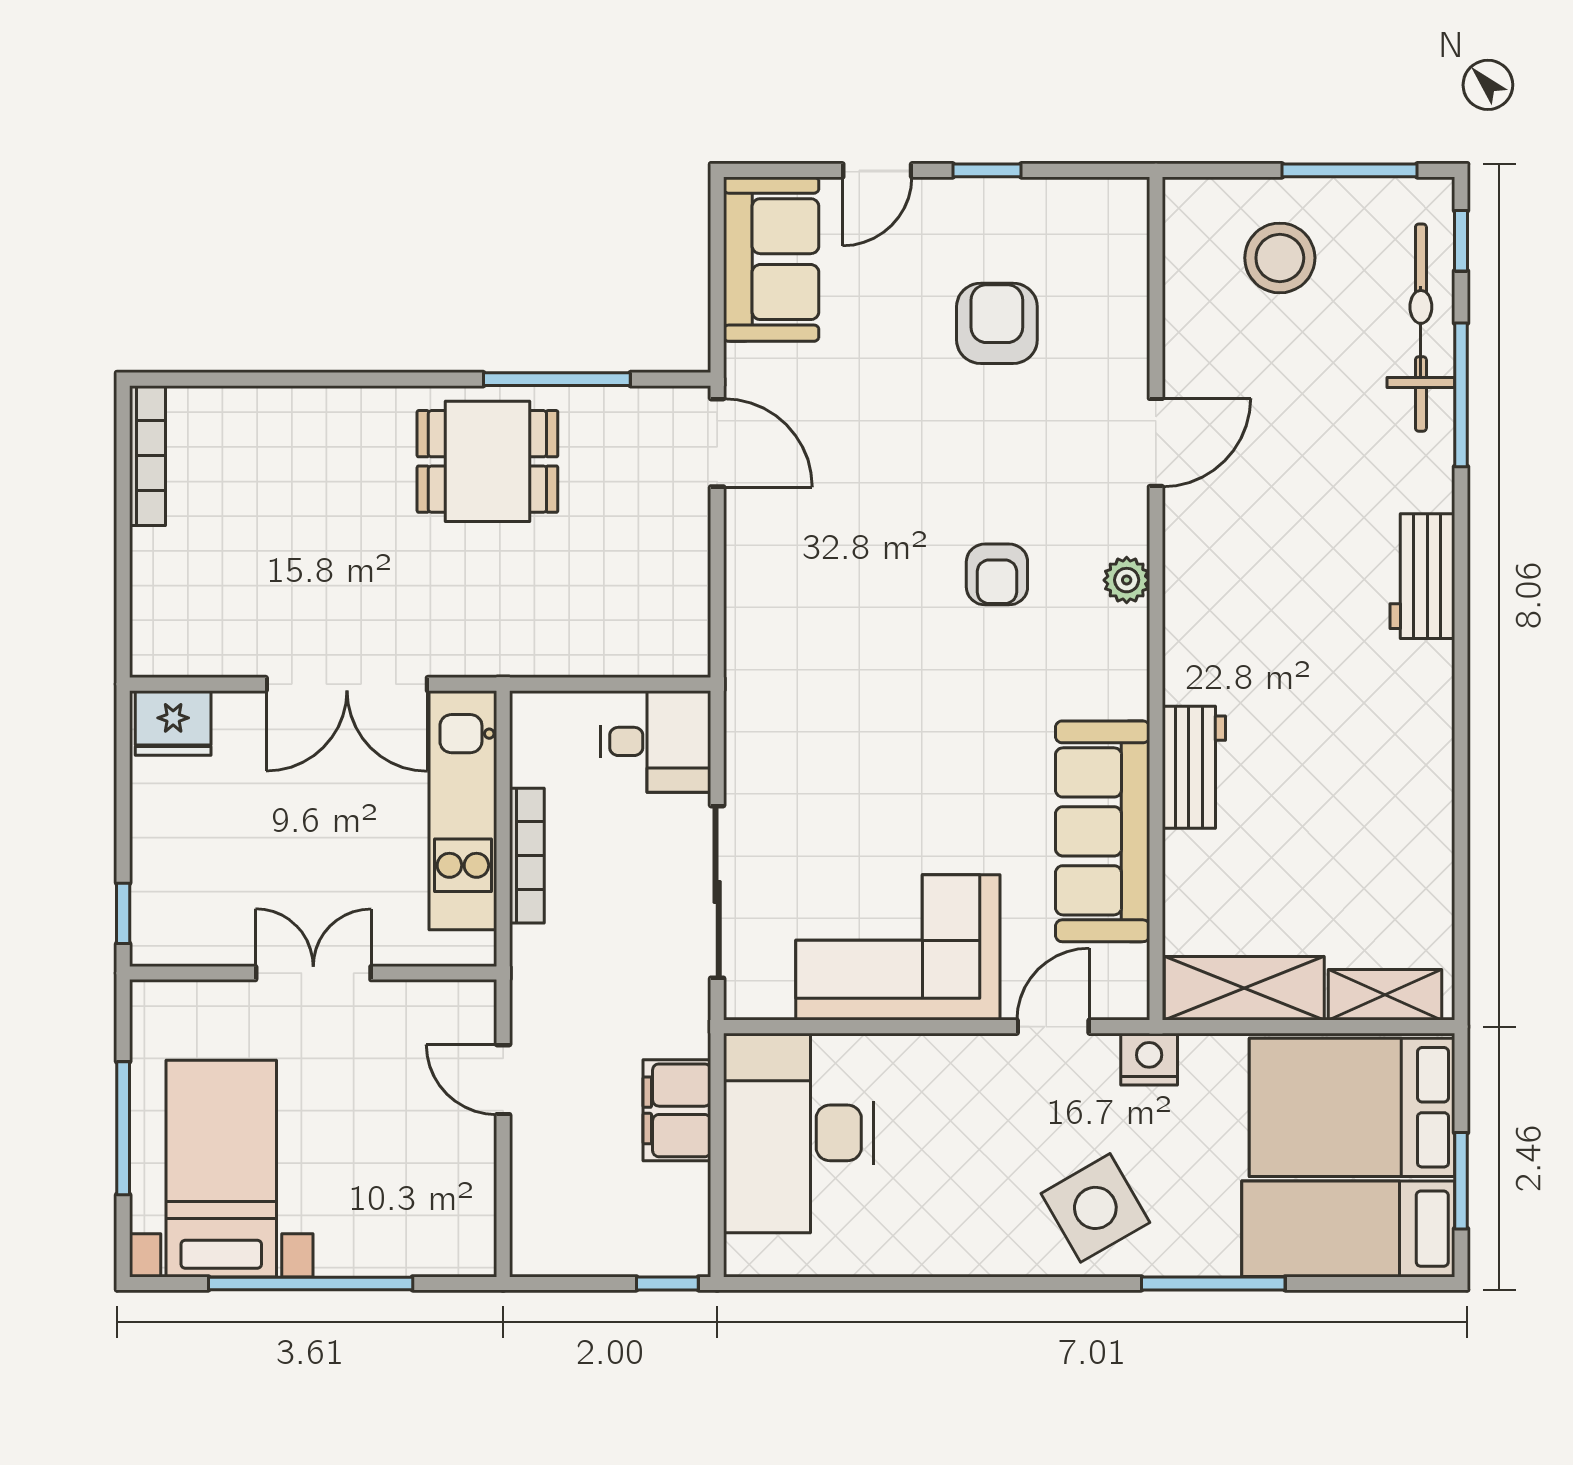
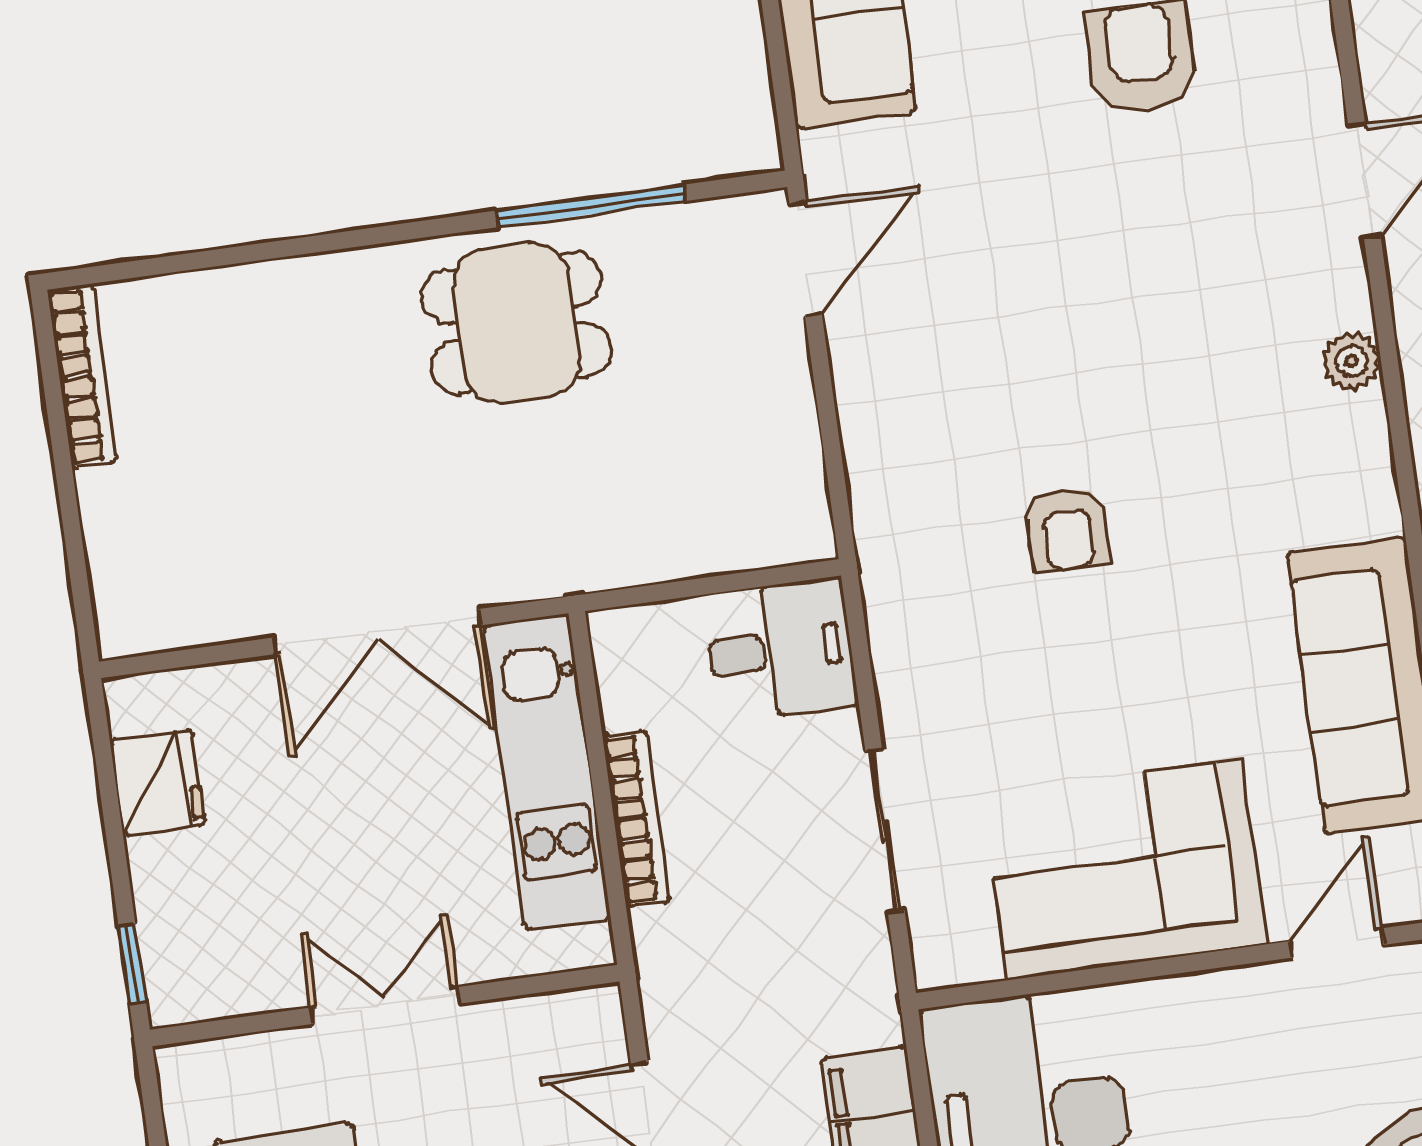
door: (717, 443) -> (806, 259), hinge flipped
armchair: (997, 574) -> (1067, 529), moved
fridge: (173, 723) -> (158, 783), moved, turned -90
sliding door: (717, 892) -> (885, 831), width x0.73

